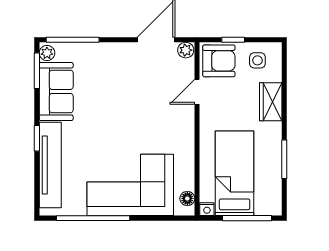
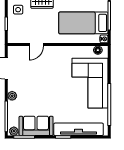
plant: (186, 50) -> (12, 96), moved
armchair: (219, 61) -> (18, 32), removed
door: (197, 92) -> (36, 45), hinge flipped

